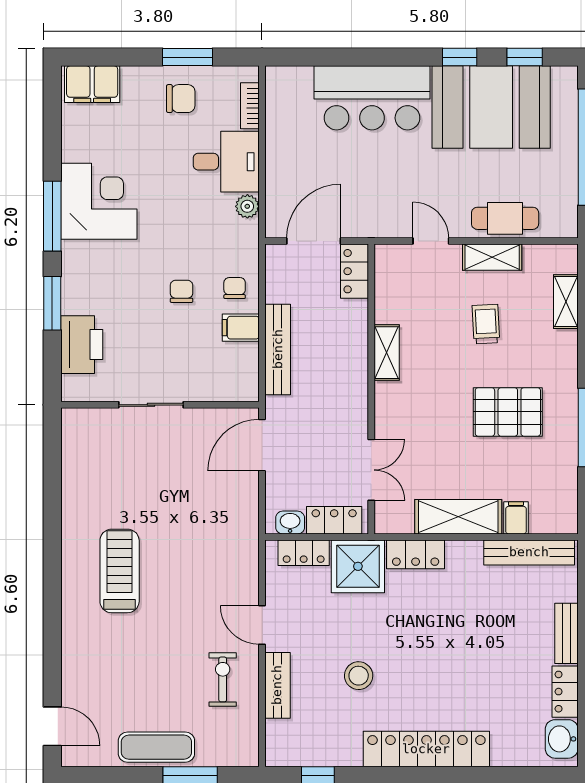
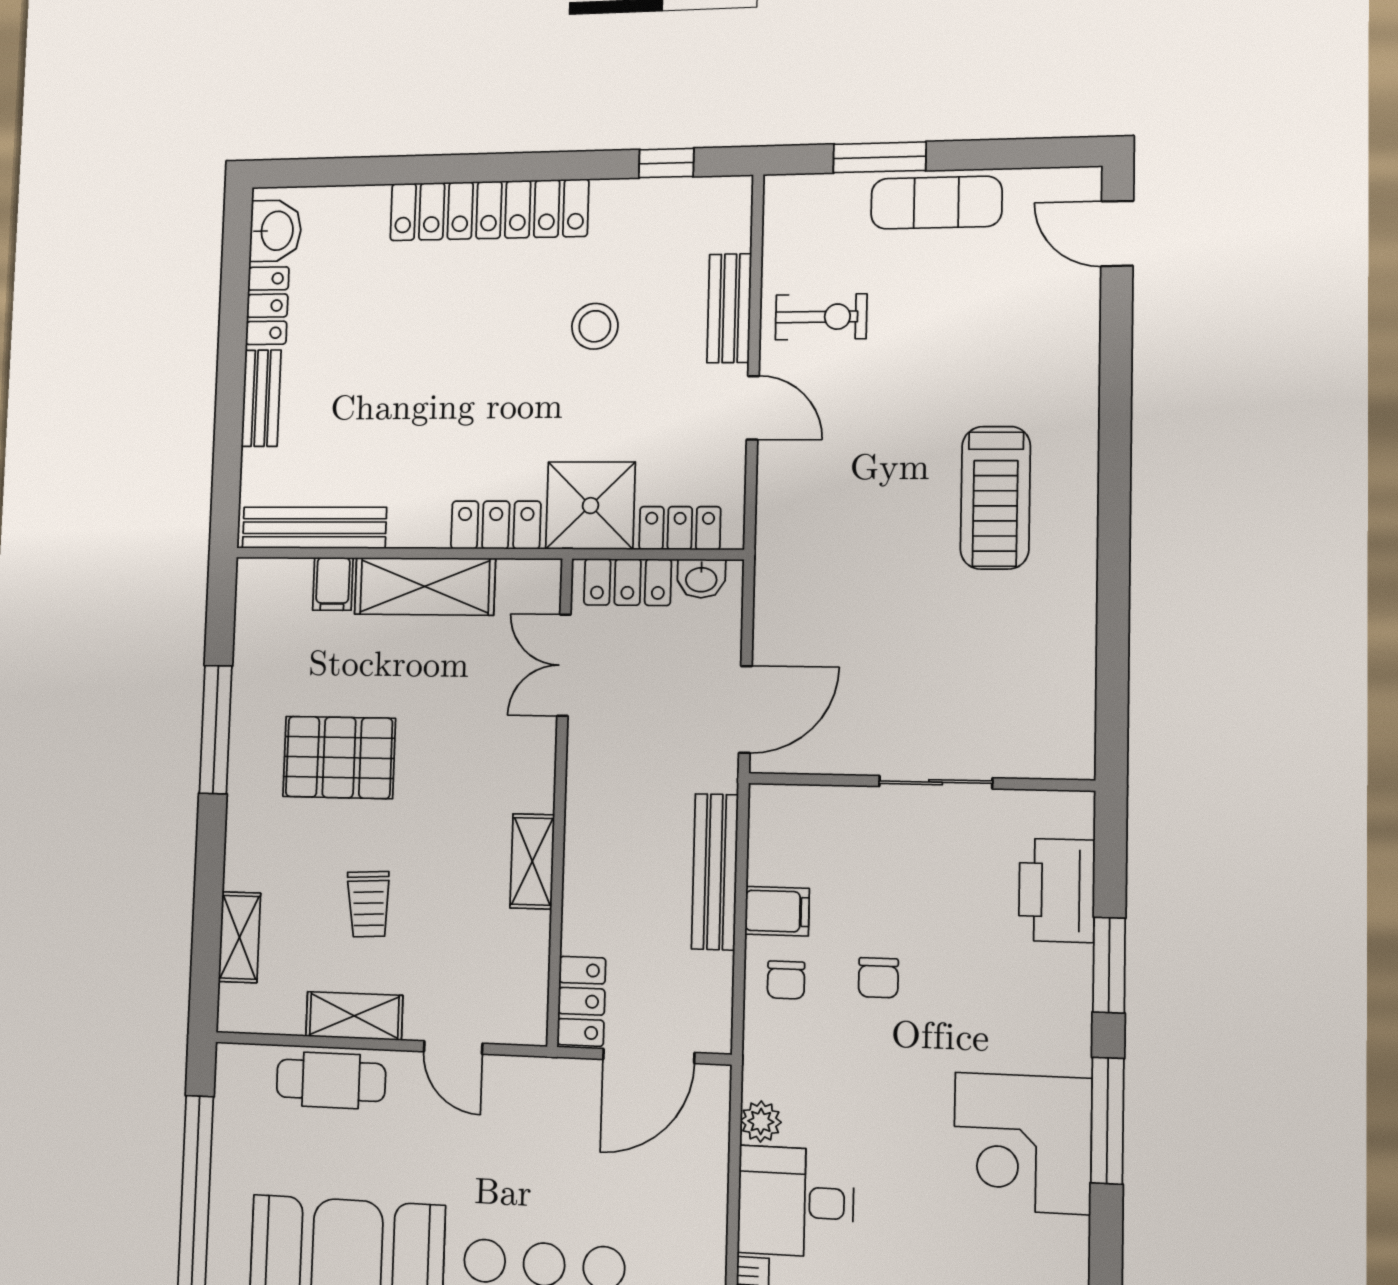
exercise bike: (223, 679) -> (821, 317), turned -90

